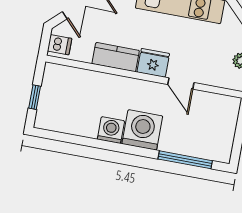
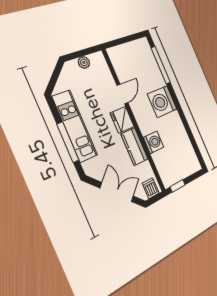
window: (35, 97) -> (178, 186), moved
washing machine: (111, 130) -> (153, 142), moved, turned 180

